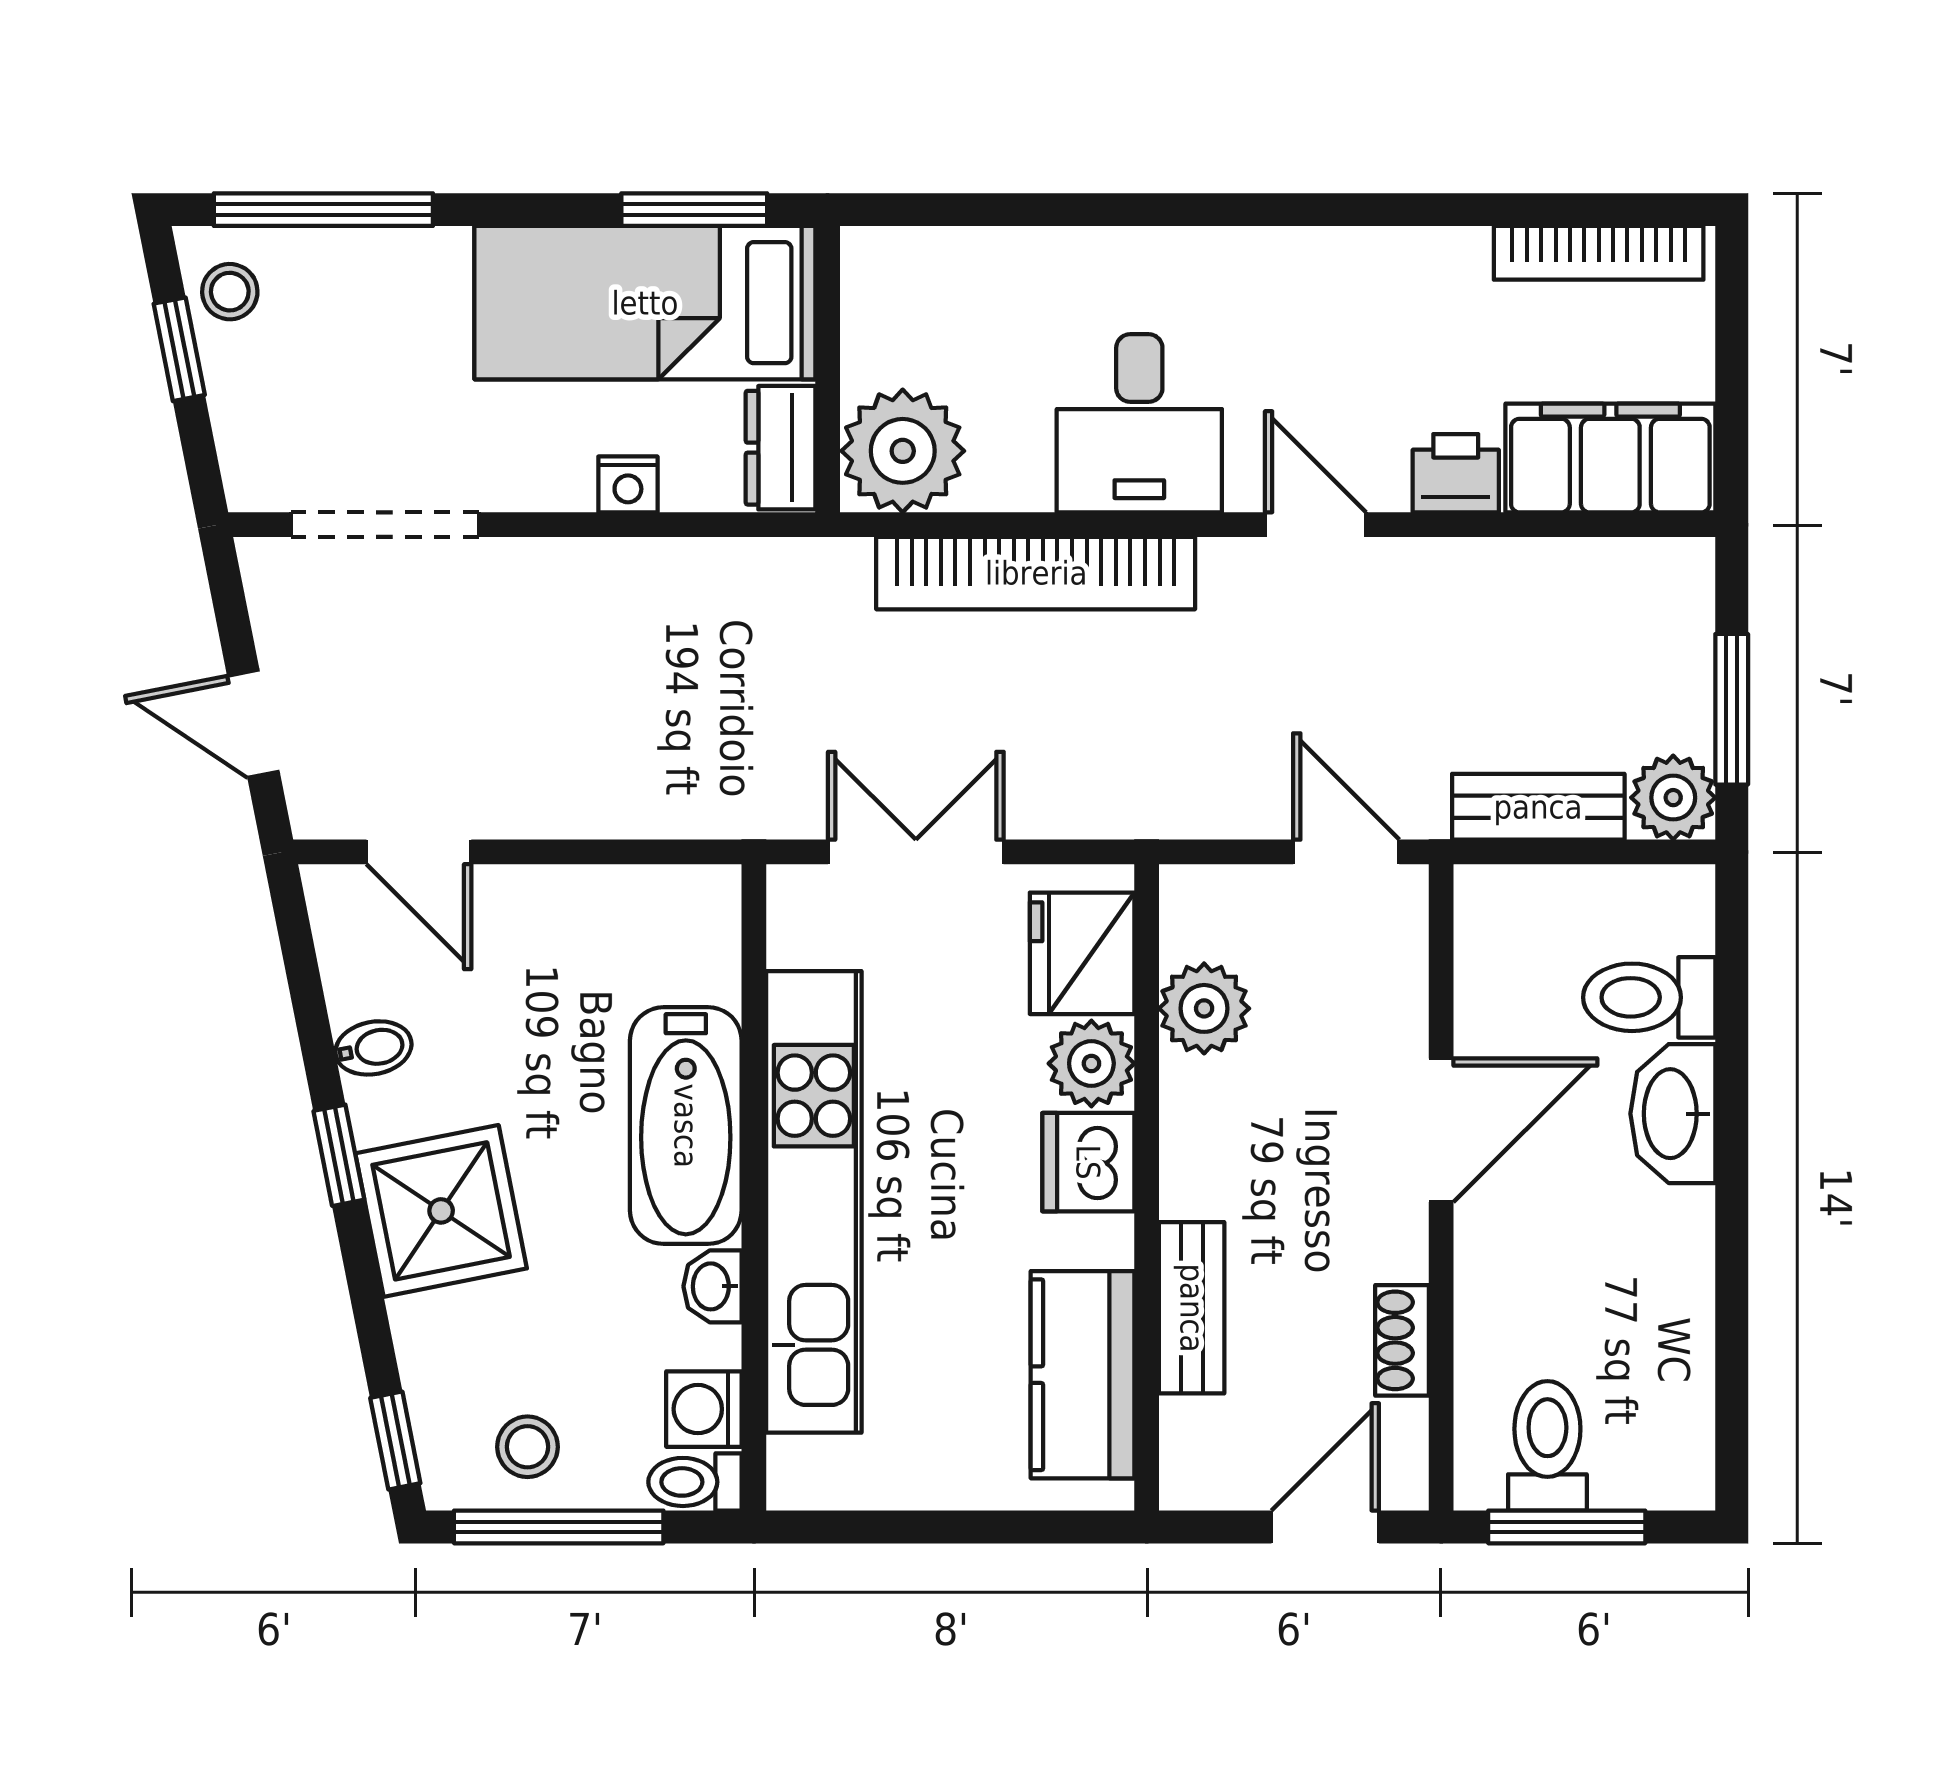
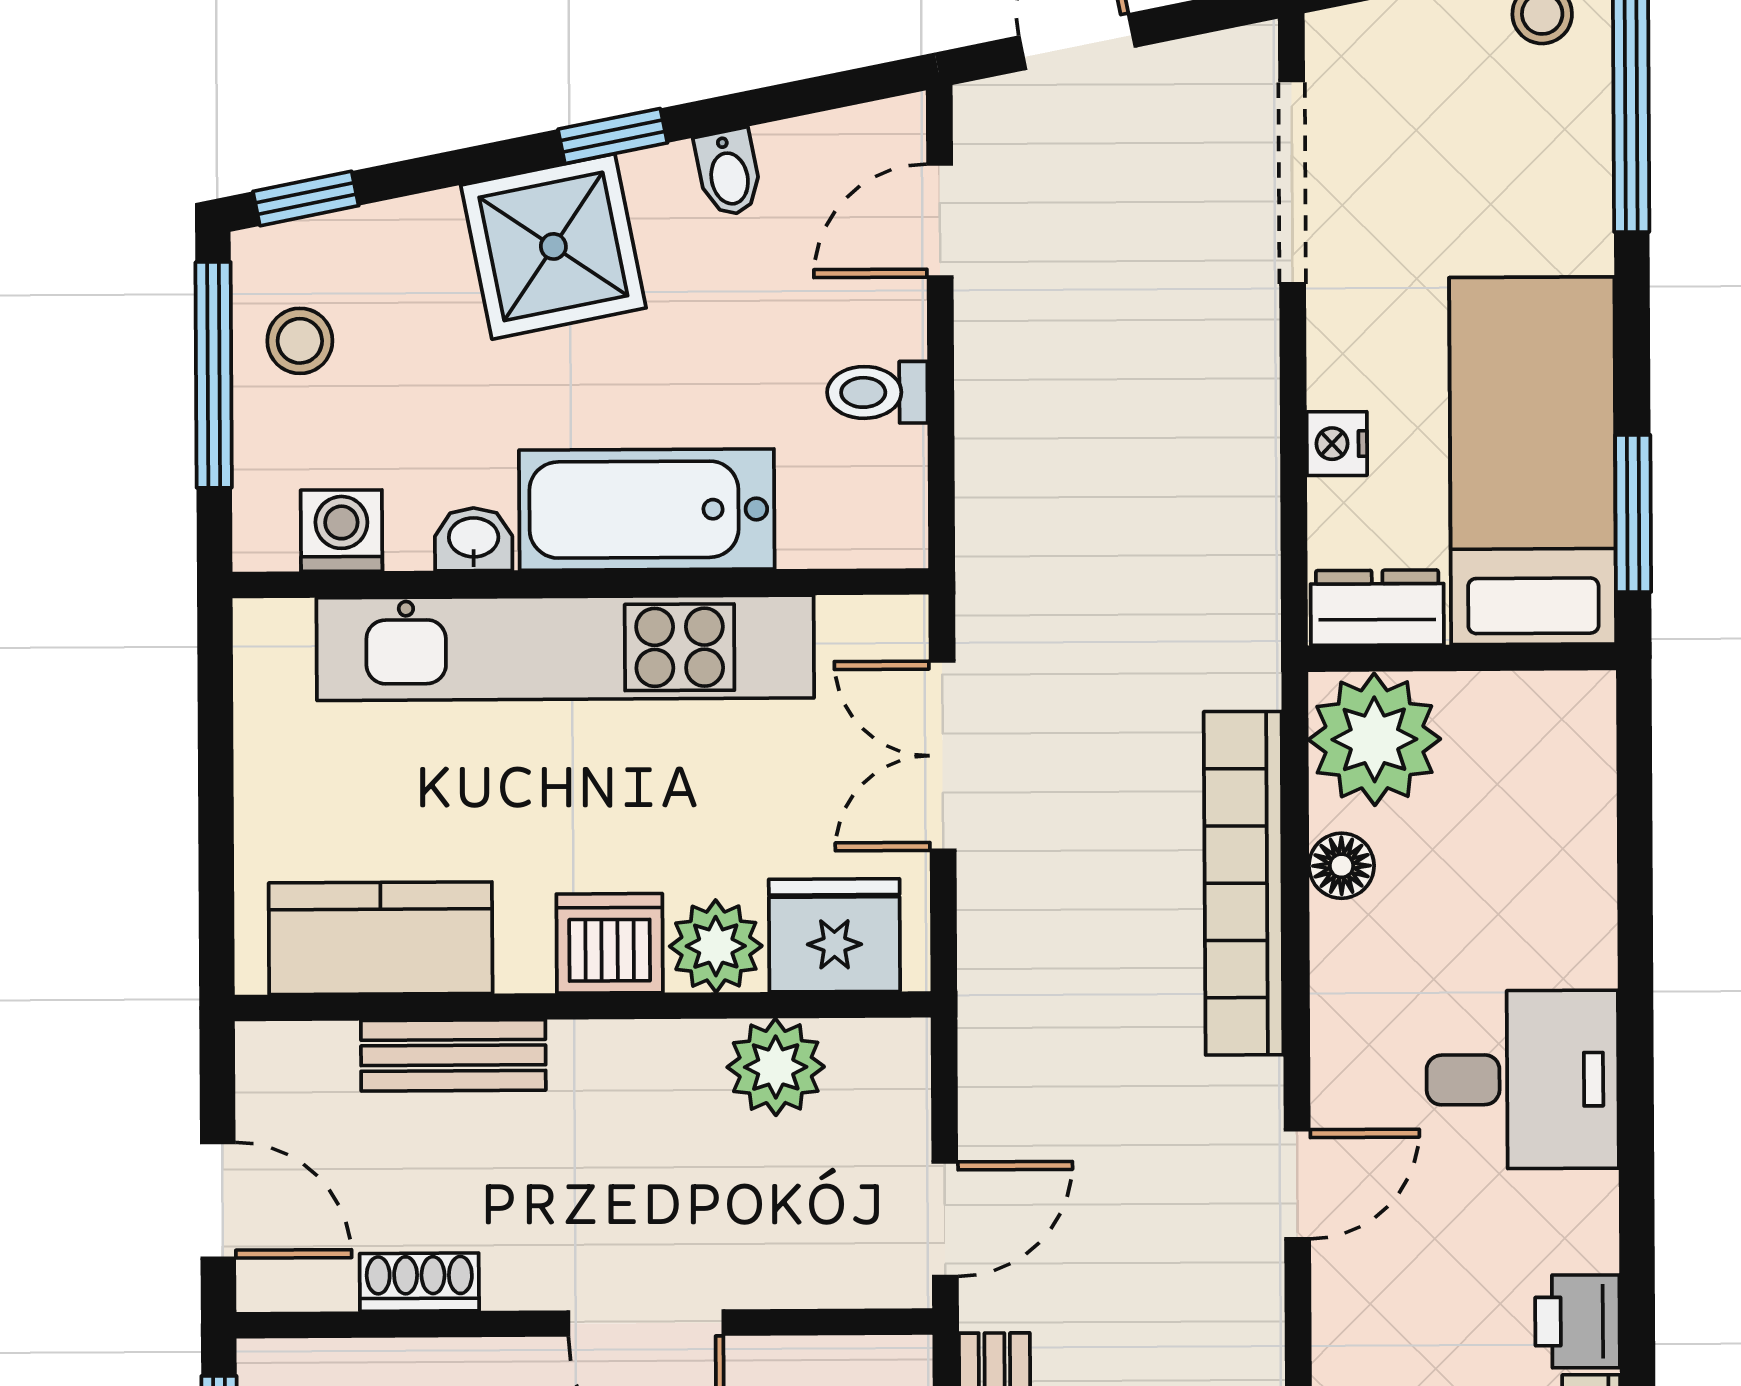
desk: (1139, 423) -> (1523, 1080), moved, turned 180
printer: (1456, 473) -> (1578, 1321), moved, turned 180
floor lamp: (1020, 482) -> (1341, 866), added
double door: (916, 852) -> (943, 756), swing flipped
toilet: (695, 1482) -> (877, 392), moved, turned -90

